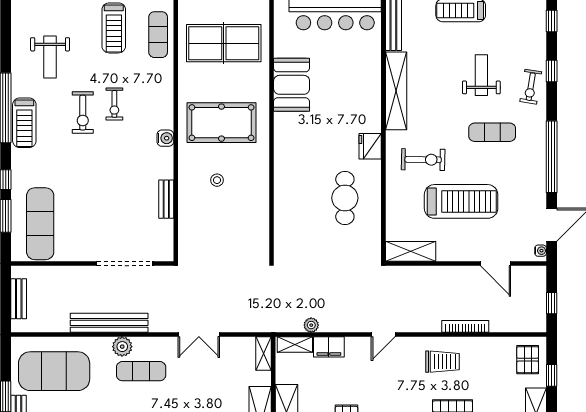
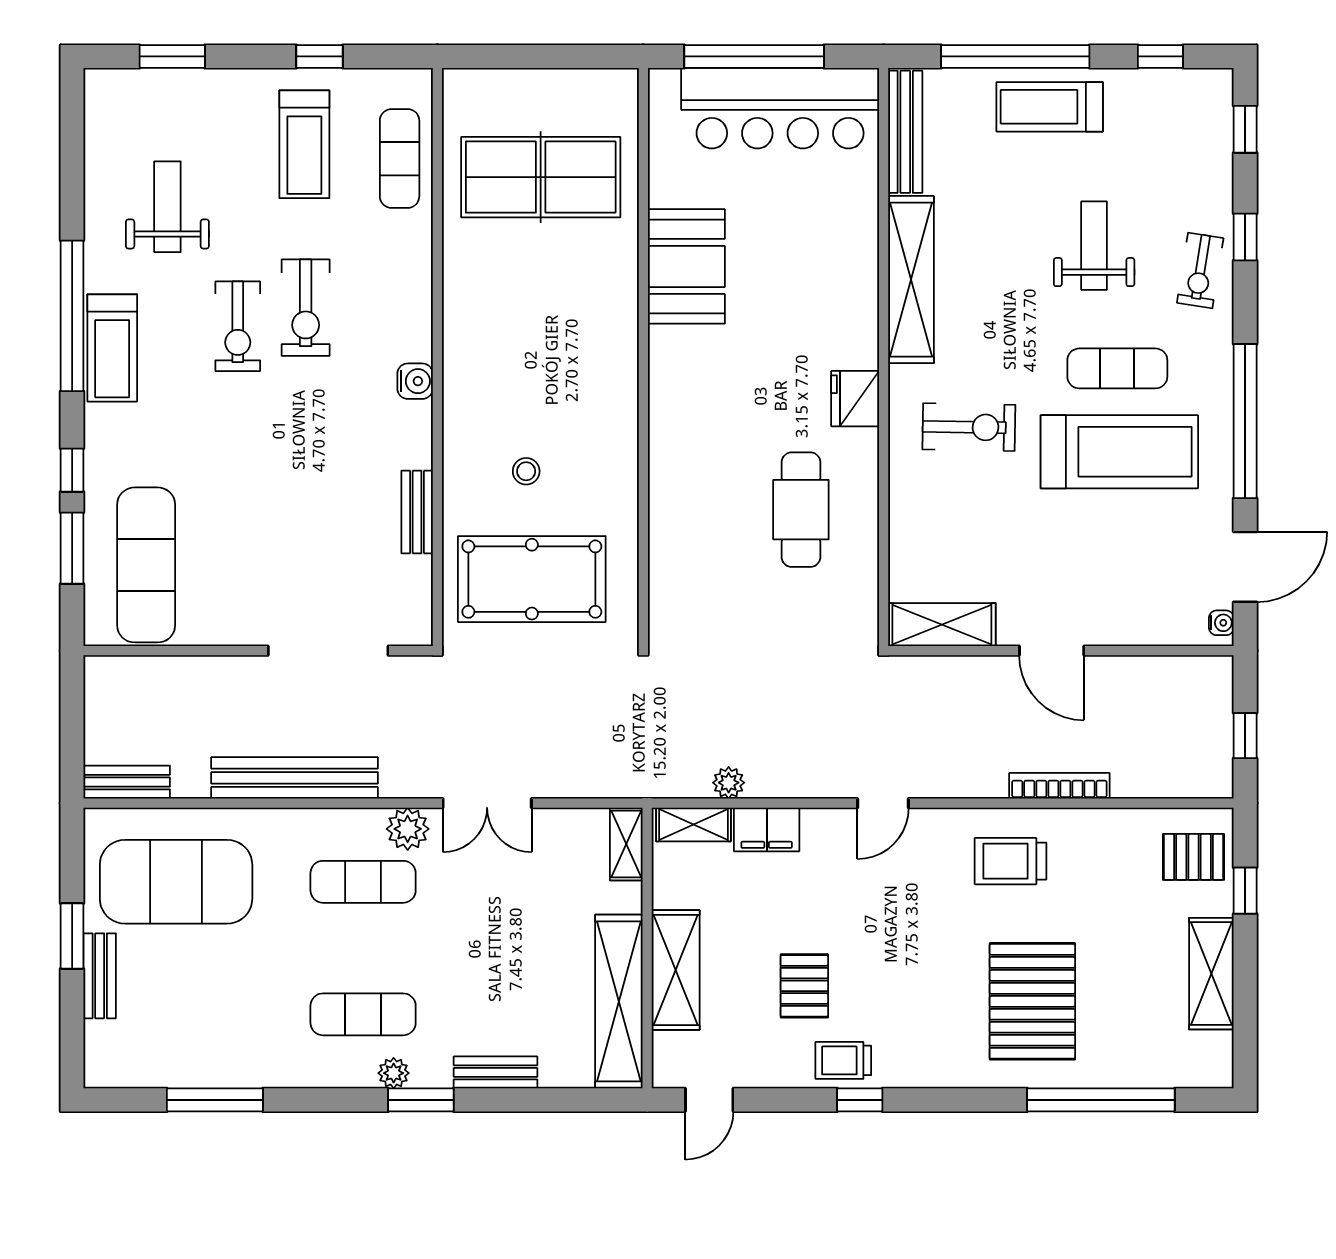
weight bench: (50, 57) -> (167, 207), turned 180
exercise bike: (114, 104) -> (306, 308), width x1.38, depth x1.39
pool table: (221, 123) -> (532, 579), moved
treadmill: (461, 201) -> (1119, 452), moved
door: (495, 264) -> (1052, 651), moved
bench: (19, 299) -> (127, 782), moved, turned 90
plant: (122, 347) -> (408, 829), moved
pallet: (528, 360) -> (1194, 857), turned 90
trolley: (442, 362) -> (1011, 861), turned 180

